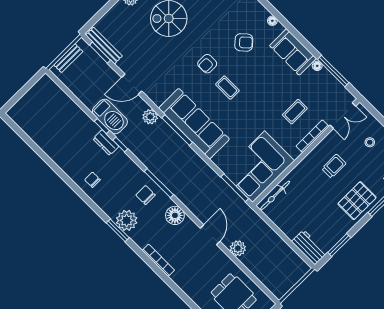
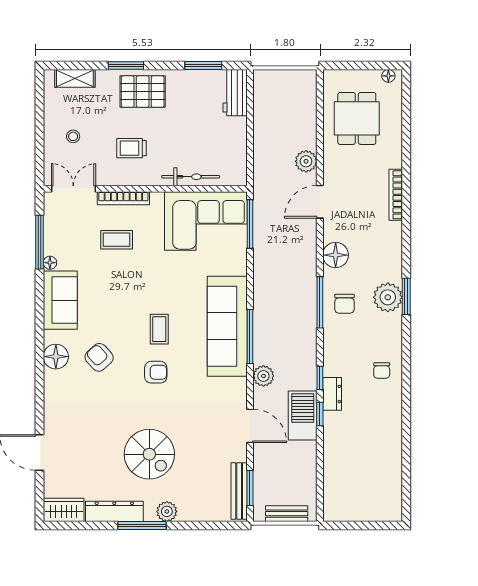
floor lamp: (272, 21) -> (56, 357), width x1.89, depth x1.89
bicycle: (275, 196) -> (191, 177), moved
bookcase: (158, 260) -> (396, 195), moved

